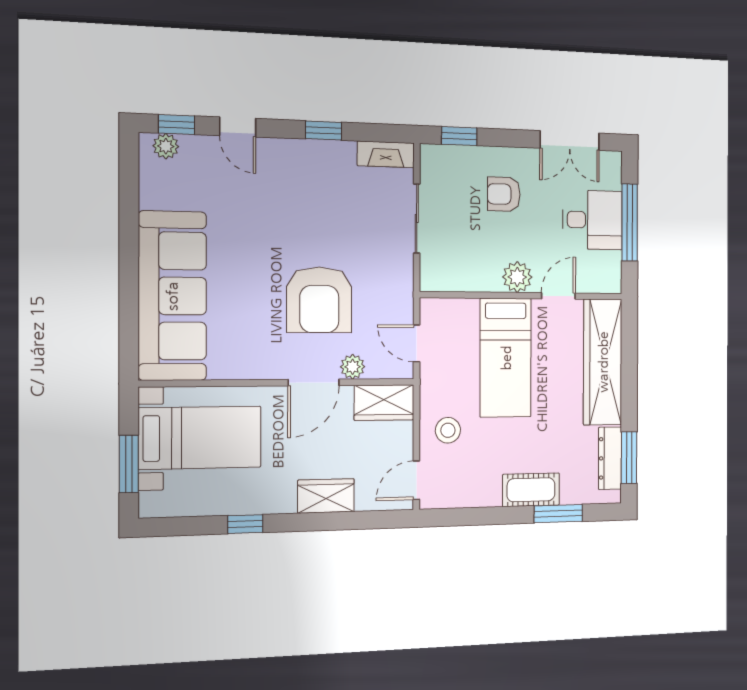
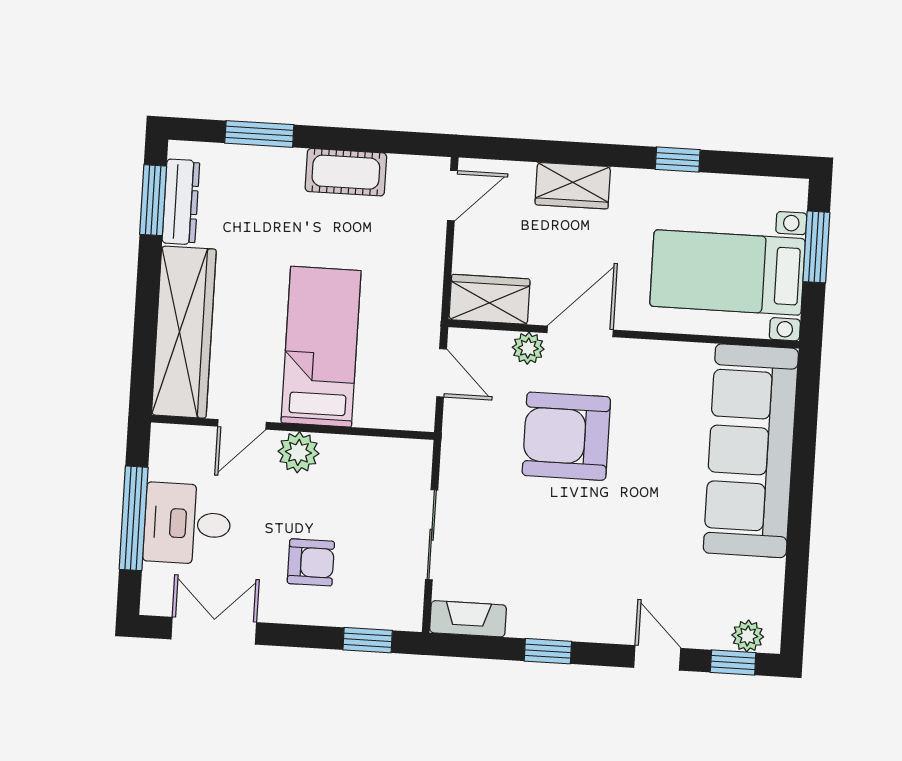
armchair: (319, 300) -> (566, 436), turned -90
stool: (448, 430) -> (406, 257), removed
cot: (531, 490) -> (346, 172), moved

